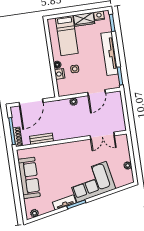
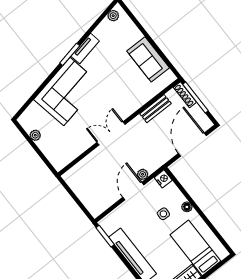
nightstand: (60, 74) -> (163, 179), moved
door: (97, 93) -> (133, 191), moved
double door: (102, 136) -> (111, 133), moved
sofa: (29, 178) -> (148, 59), width x0.73

